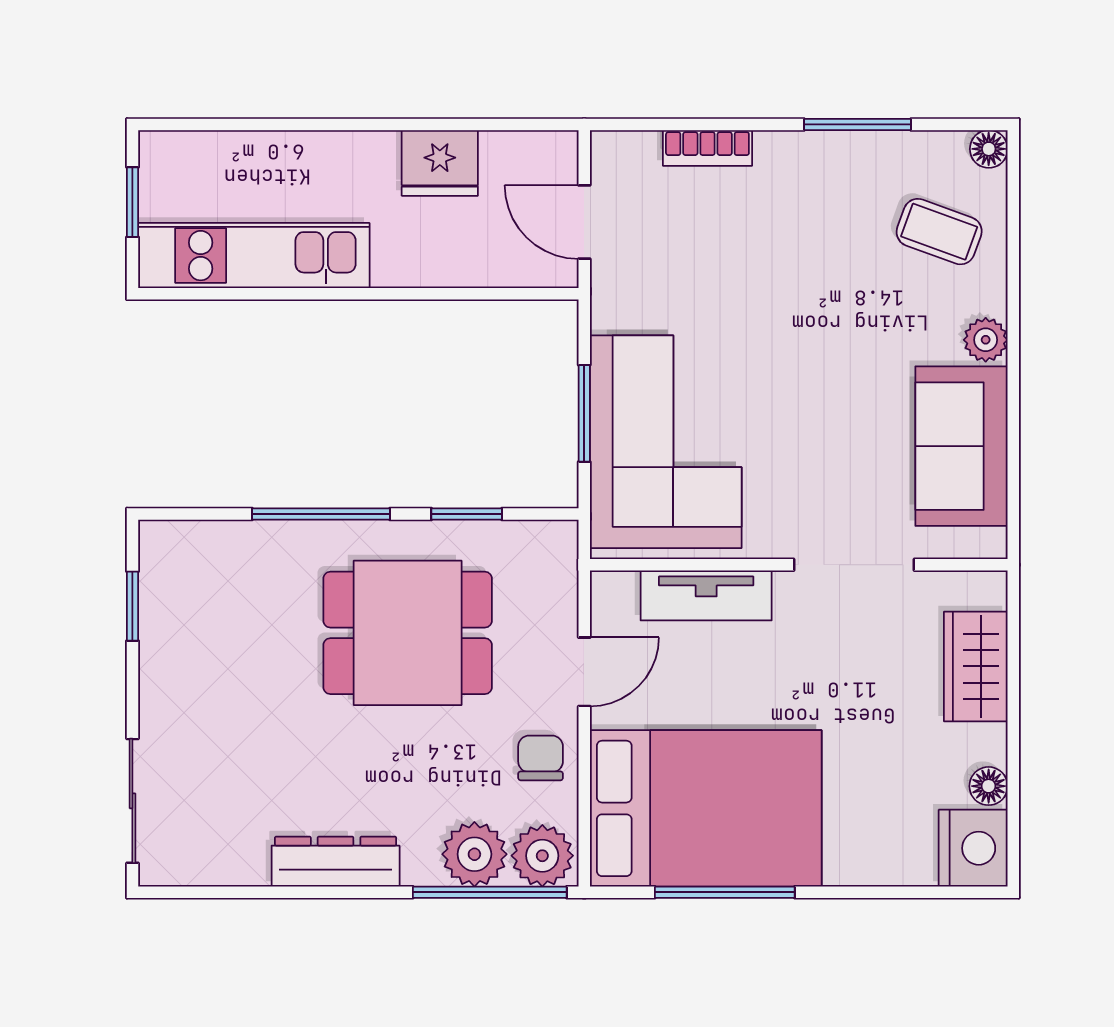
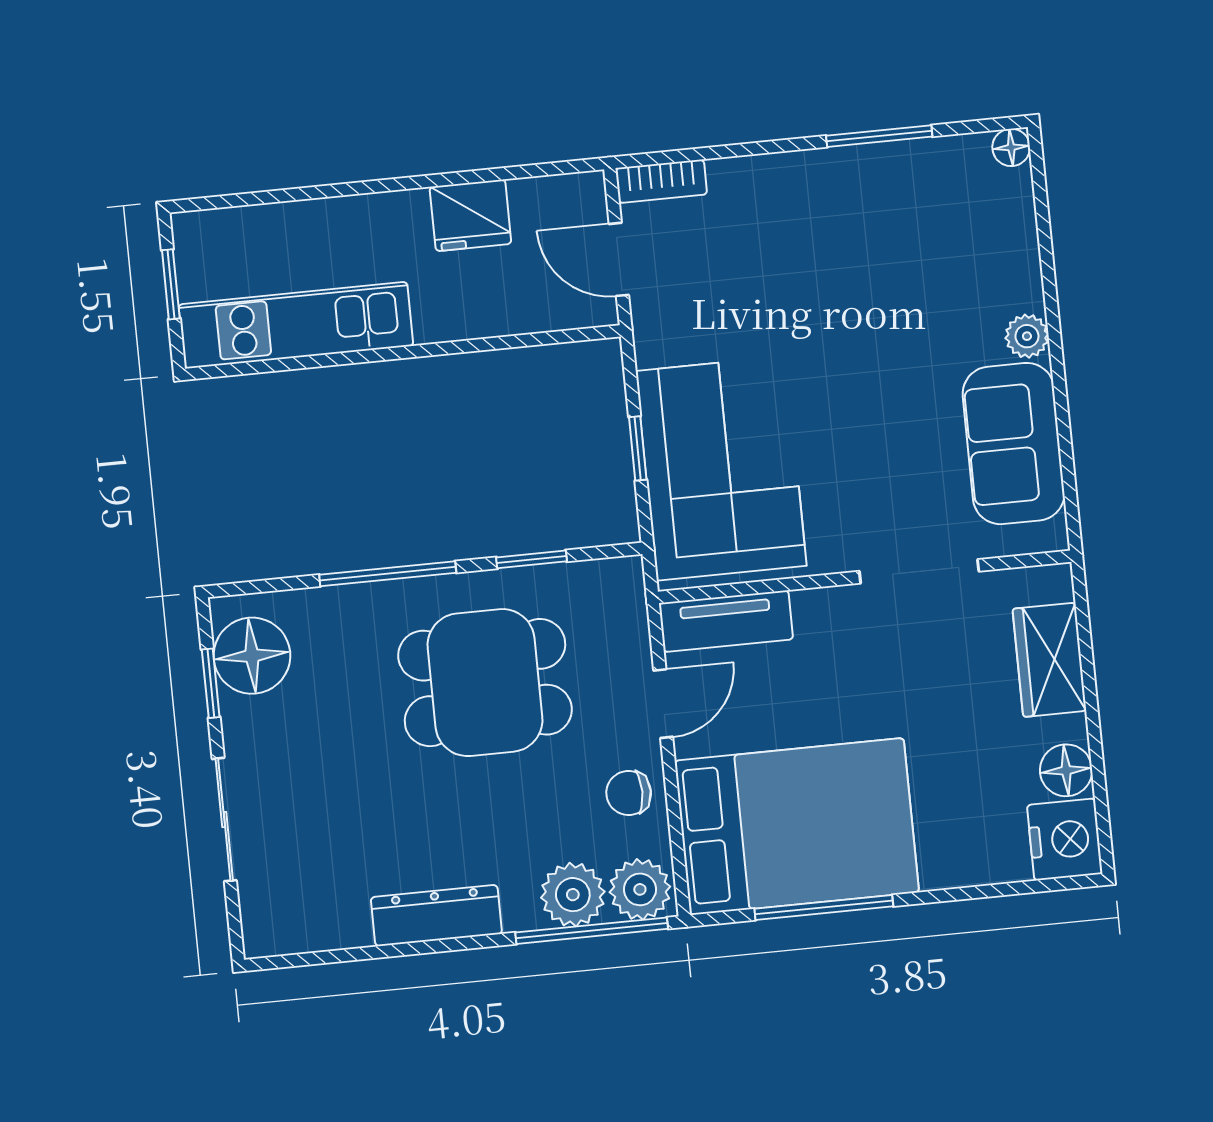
bookcase: (707, 148) -> (661, 181), moved
coffee table: (939, 232) -> (970, 234), removed
window: (584, 413) -> (638, 448), width x0.67
floor lamp: (177, 583) -> (252, 656), added
tv unit: (706, 595) -> (726, 621), moved
chair: (541, 758) -> (629, 793), turned -90
floor lamp: (989, 786) -> (1066, 770), width x1.37, depth x1.37
sliding door: (132, 801) -> (224, 820), moved

